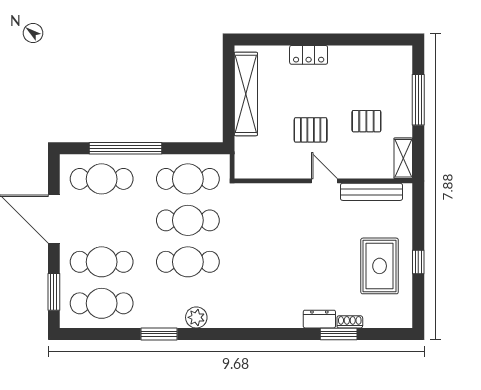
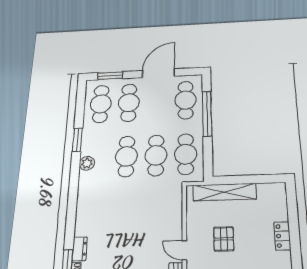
shelving: (246, 94) -> (225, 192), moved
door: (324, 181) -> (184, 250), swing flipped

